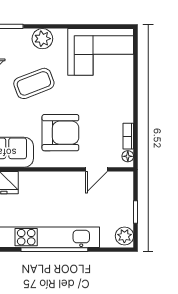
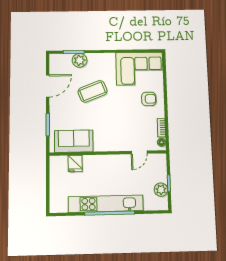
plant: (42, 39) -> (80, 60), moved
armchair: (60, 133) -> (149, 99), moved, width x0.53, depth x0.53
plant: (124, 236) -> (161, 190), moved

